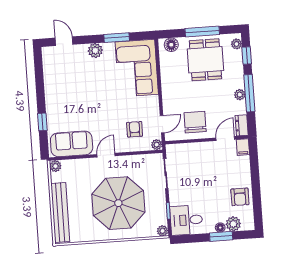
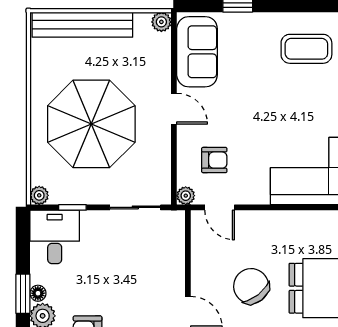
coffee table: (65, 80) -> (306, 49), added
chair: (195, 122) -> (251, 286), moved, turned -128

